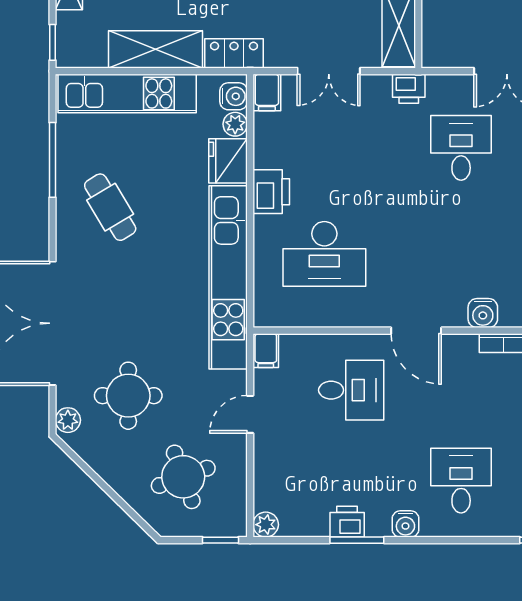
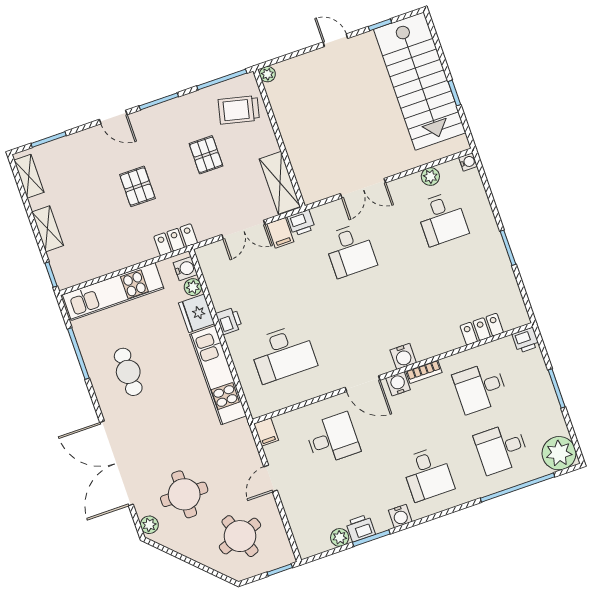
shelving: (156, 49) -> (122, 255), removed
filing cabinet: (267, 92) -> (280, 233), moved
desk: (461, 148) -> (350, 250), turned 180
printer: (271, 192) -> (229, 321), width x0.73, depth x0.81
cafe table: (110, 207) -> (128, 372), turned 31
kitchen unit: (228, 277) -> (218, 375), width x0.73
water cooler: (463, 347) -> (398, 384), added
desk: (461, 481) -> (428, 474), turned 180
plant: (266, 525) -> (340, 537), moved

